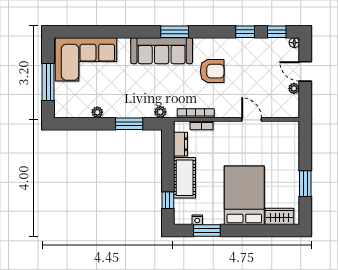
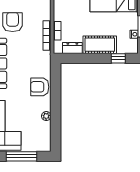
armchair: (133, 104) -> (40, 87), added
plant: (160, 112) -> (46, 65), removed
window: (129, 124) -> (56, 90), removed

